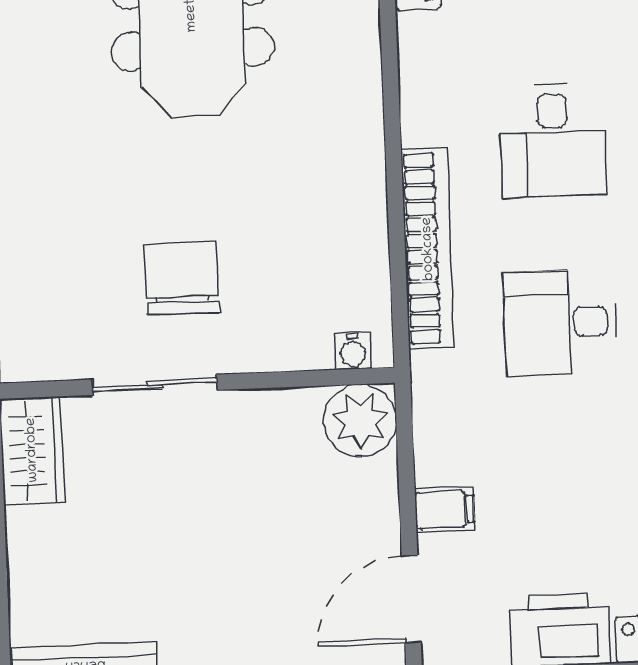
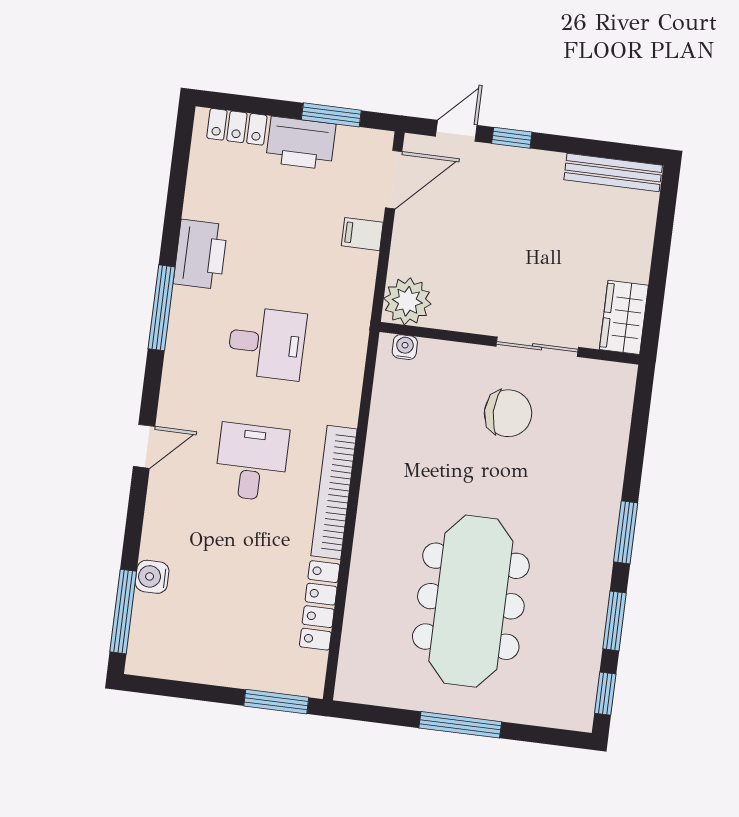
bookcase: (428, 249) -> (334, 492), moved
chair: (182, 278) -> (508, 413), turned -90

